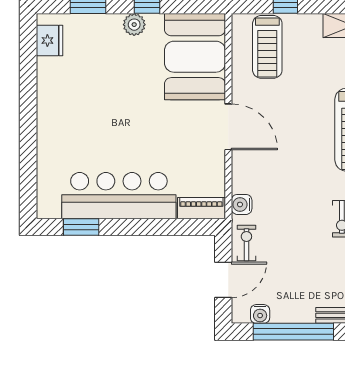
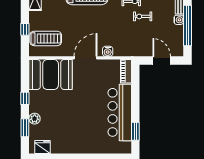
plant: (134, 25) -> (35, 119), moved
water cooler: (242, 204) -> (108, 51), moved
exercise bike: (246, 243) -> (143, 16), moved
water cooler: (260, 314) -> (179, 20), moved

